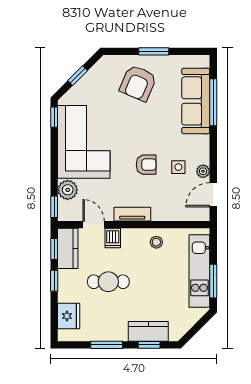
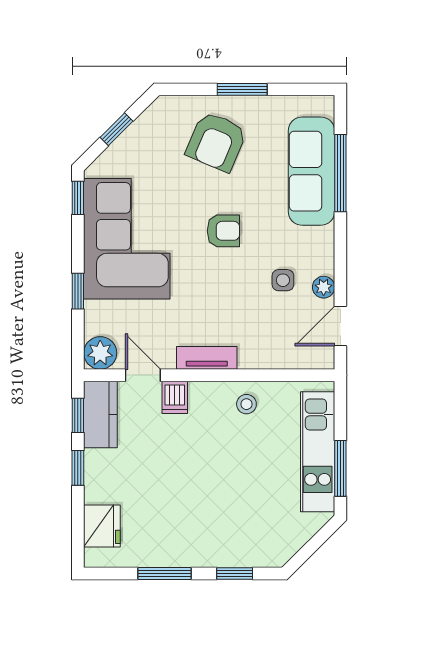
armchair: (146, 165) -> (223, 231), moved
plant: (68, 190) -> (100, 353), moved
window: (54, 207) -> (78, 291), moved
cafe table: (108, 282) -> (167, 469), removed
kitchen counter: (148, 331) -> (233, 551), removed

